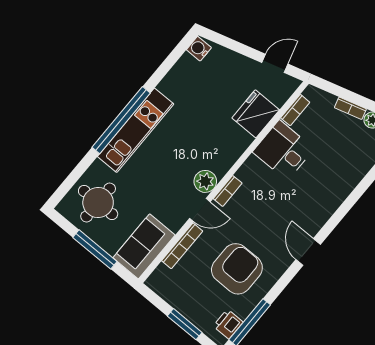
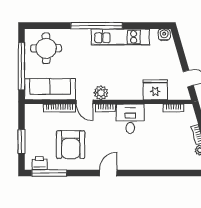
kitchen unit: (136, 130) -> (120, 37), moved
desk: (283, 150) -> (130, 119), moved
sofa: (144, 246) -> (50, 89), width x1.36
window: (95, 249) -> (21, 66), width x1.46
armchair: (237, 269) -> (71, 145), turned 90

